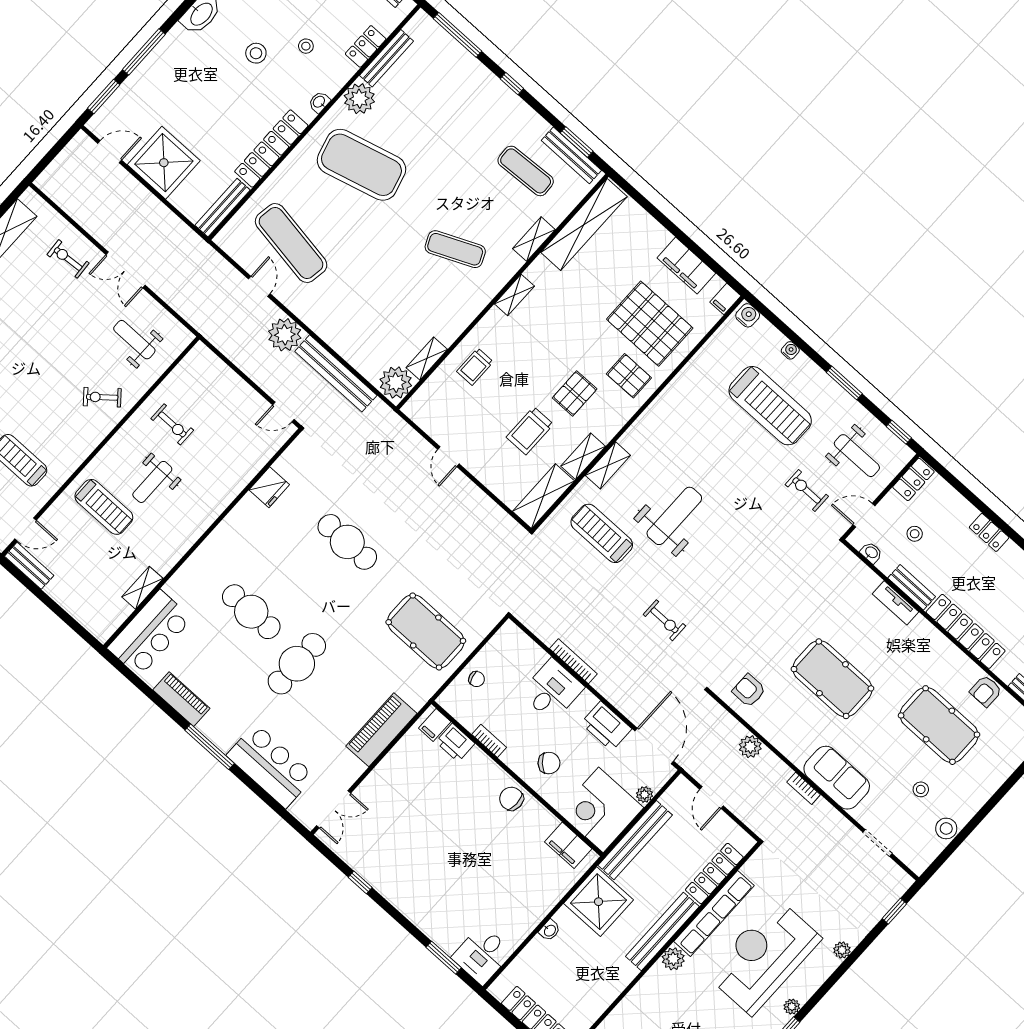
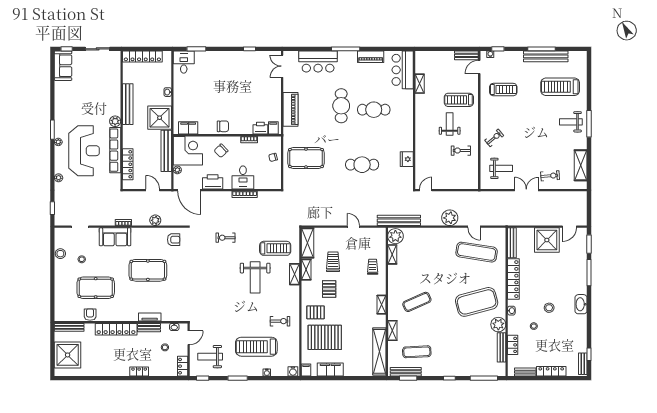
bench: (336, 373) -> (399, 220), moved
exercise bike: (807, 490) -> (280, 321), moved
bench: (662, 931) -> (128, 104), moved

